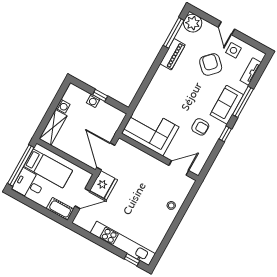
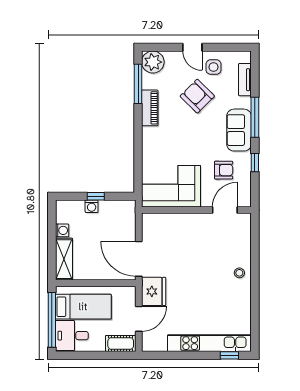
corner sofa: (150, 130) -> (171, 186), moved
wall: (159, 157) -> (196, 210), moved
door: (179, 168) -> (225, 210), moved

